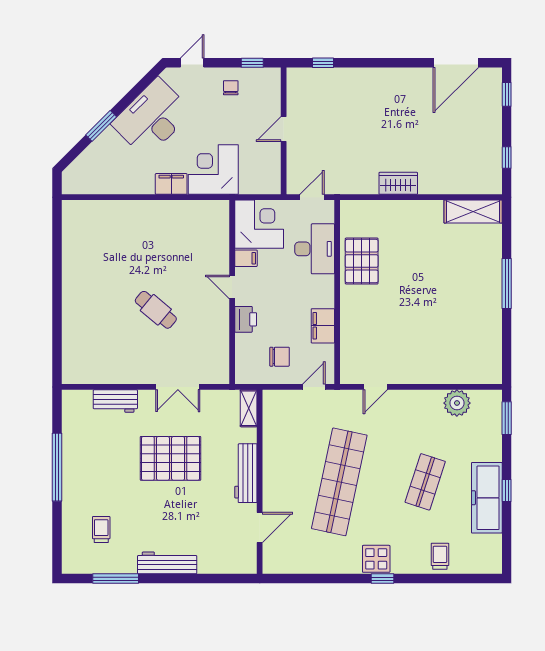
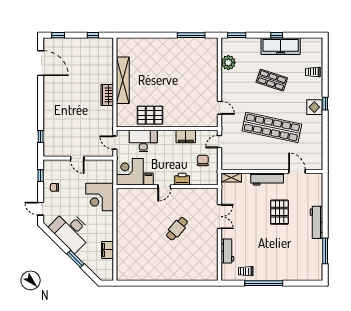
filing cabinet: (171, 184) -> (108, 250), moved
shelving: (473, 212) -> (123, 80), moved, width x1.47
window: (507, 284) -> (191, 35), moved
door: (314, 387) -> (219, 142), hinge flipped
pallet: (171, 458) -> (279, 212), moved, width x0.73, depth x0.71
trolley: (101, 529) -> (246, 271), moved

